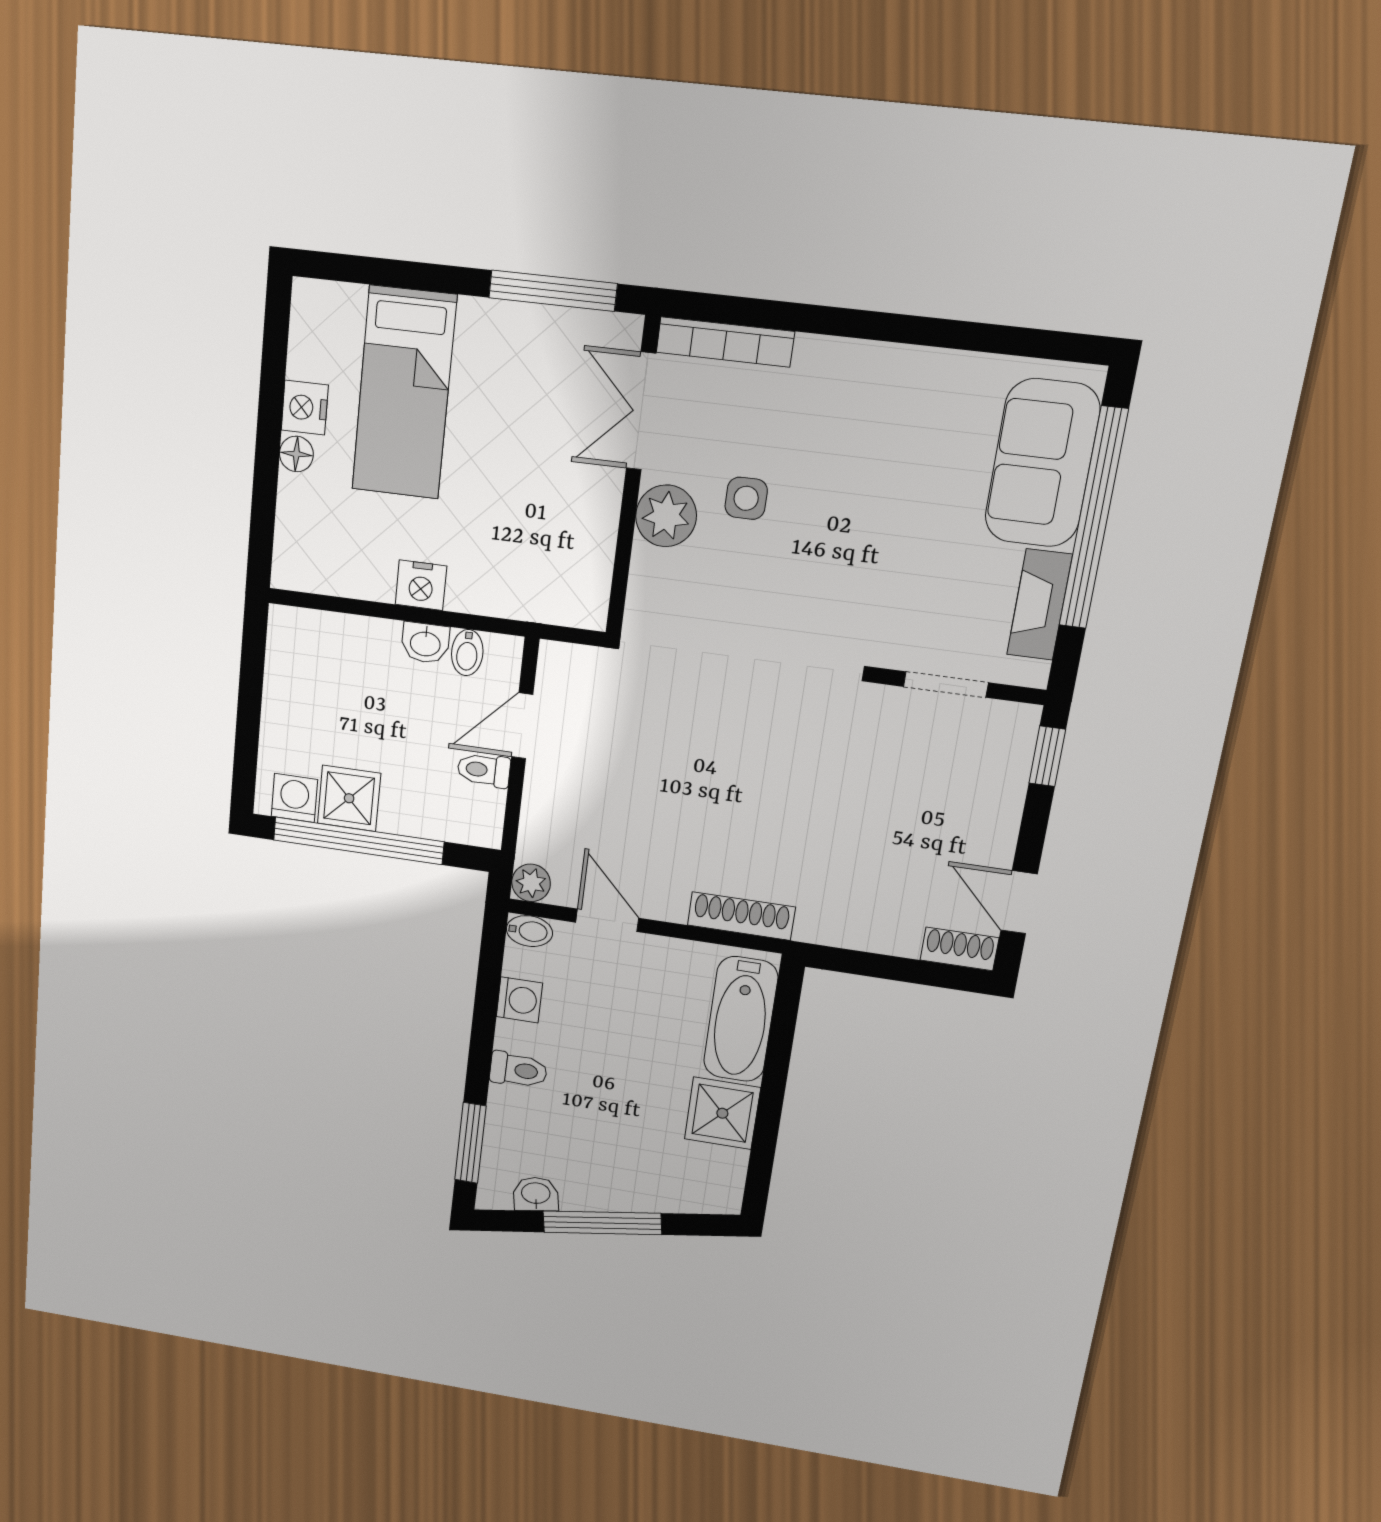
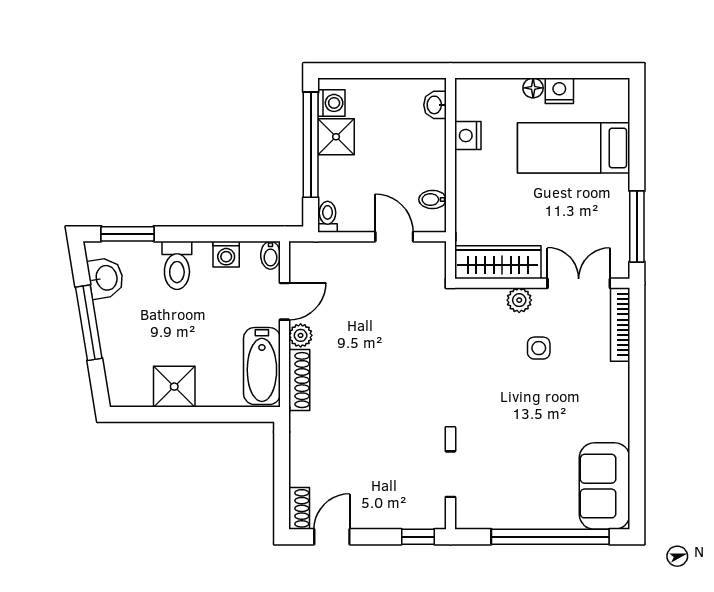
sofa: (1042, 463) -> (605, 486), moved, turned -90
plant: (666, 516) -> (519, 300), width x0.73, depth x0.73
wardrobe: (586, 553) -> (498, 262), added
nightstand: (421, 585) -> (468, 136), moved
fireplace: (1039, 605) -> (501, 517), removed
washbasin: (425, 643) -> (435, 105), moved
toilet: (484, 770) -> (328, 217), moved
plant: (531, 883) -> (301, 335), moved
bathtub: (741, 1019) -> (262, 366), moved, turned -90
toilet: (518, 1070) -> (177, 265), width x1.37, depth x1.39
washbasin: (536, 1194) -> (106, 278), width x1.38, depth x1.45

